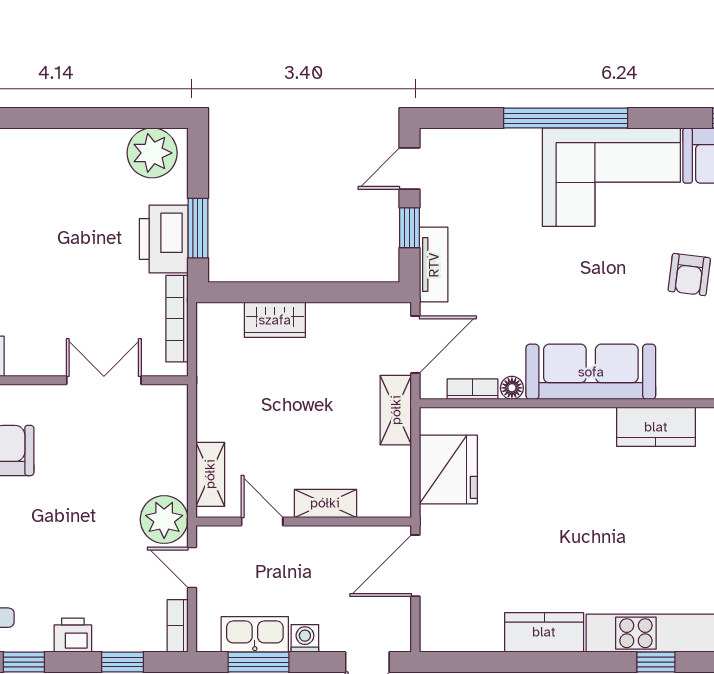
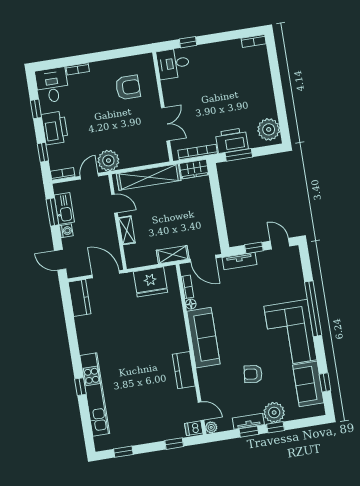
wardrobe: (275, 320) -> (194, 169), moved, turned -90
shelving: (210, 474) -> (149, 177), width x2.20, depth x1.33
door: (262, 521) -> (114, 204), hinge flipped
kitchen counter: (544, 632) -> (80, 298), moved
printer: (73, 635) -> (55, 128), width x1.87, depth x1.48

